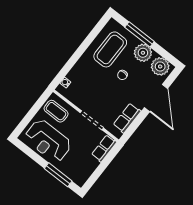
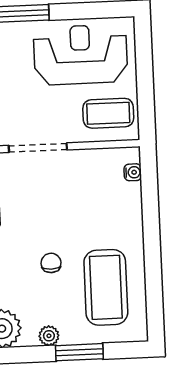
window: (140, 34) -> (79, 352), width x0.69
plant: (143, 53) -> (49, 336), width x0.53, depth x0.53

